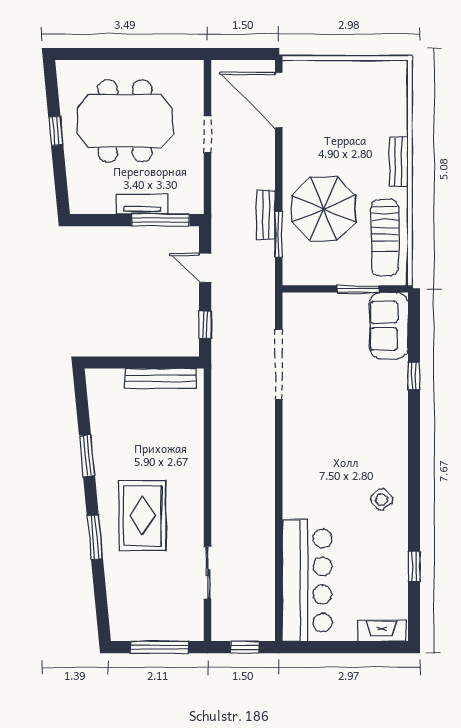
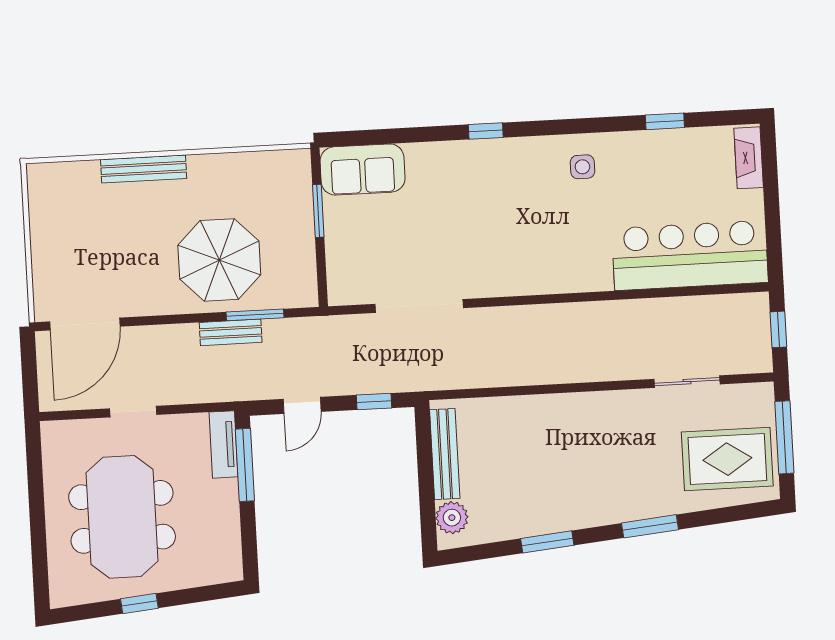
bench: (399, 162) -> (144, 169), width x1.36
tv unit: (142, 204) -> (223, 444), moved
sun lounger: (385, 237) -> (251, 181), removed
window: (414, 376) -> (486, 131), moved
plant: (110, 381) -> (452, 518), added
side table: (382, 499) -> (582, 167), turned 38
rug: (142, 515) -> (727, 459), moved

